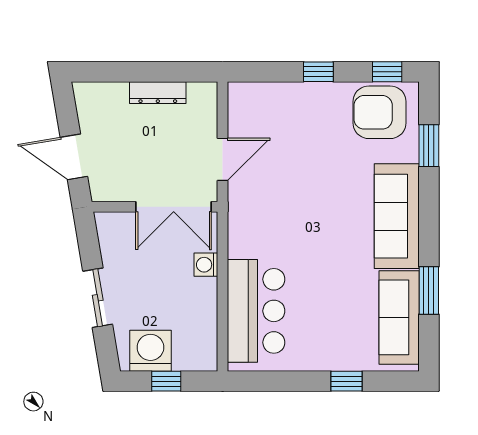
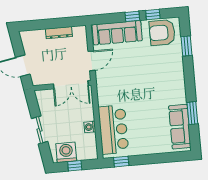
window: (387, 72) -> (153, 15), moved
sofa: (397, 216) -> (117, 33), moved, turned -90
washing machine: (206, 265) -> (90, 127), moved
window: (347, 381) -> (121, 162), moved

